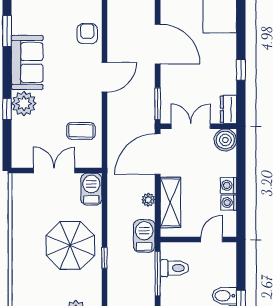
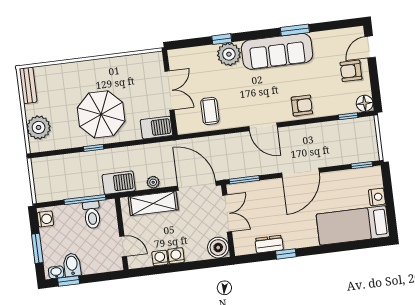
sofa: (27, 62) -> (277, 51), width x1.36
dresser: (228, 109) -> (269, 244), moved

